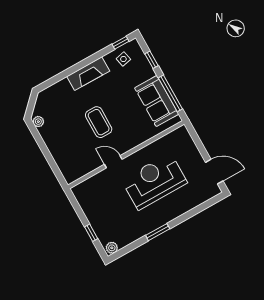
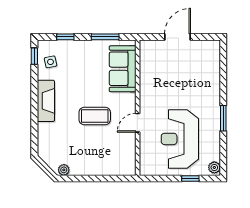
window: (170, 93) -> (105, 37), width x0.69
sofa: (157, 101) -> (123, 69), moved, turned 90
door: (214, 172) -> (177, 37), moved
reception desk: (154, 181) -> (180, 139), moved

